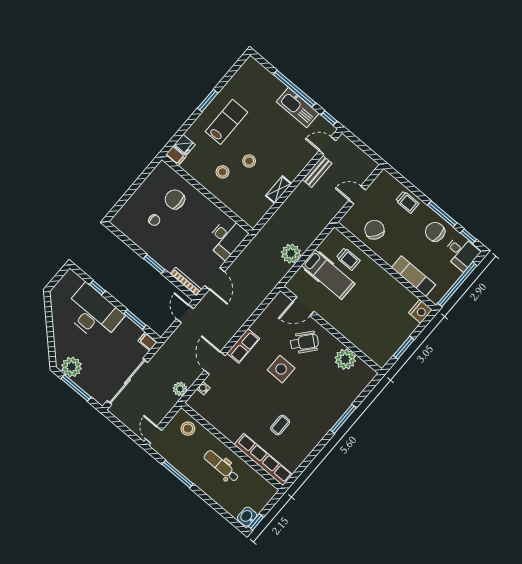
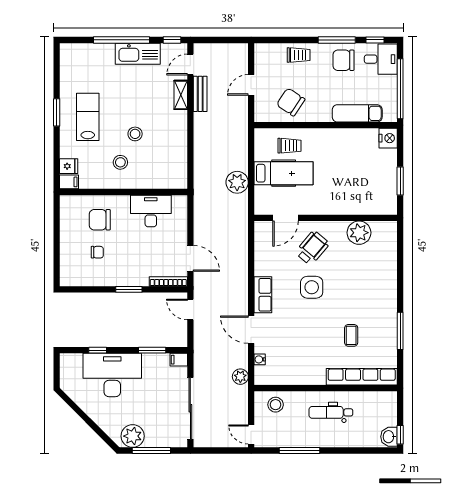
shelving: (279, 190) -> (181, 95), moved
desk: (227, 238) -> (151, 211), moved, turned -90
window: (343, 419) -> (400, 331), moved

